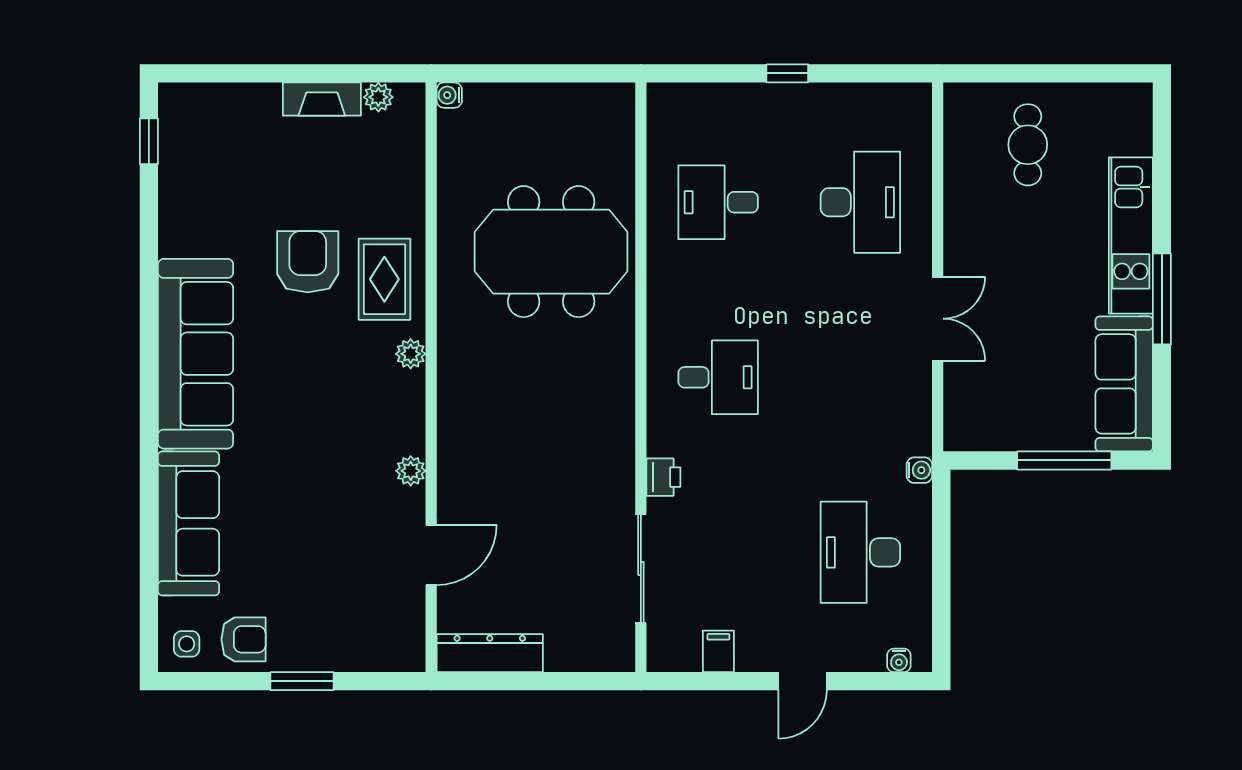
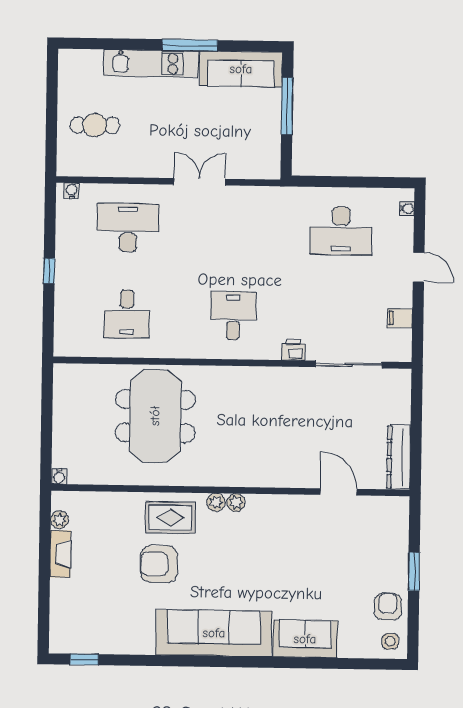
water cooler: (919, 470) -> (71, 191), moved
plant: (411, 471) -> (236, 503), moved
sofa: (189, 523) -> (305, 639), width x0.73

